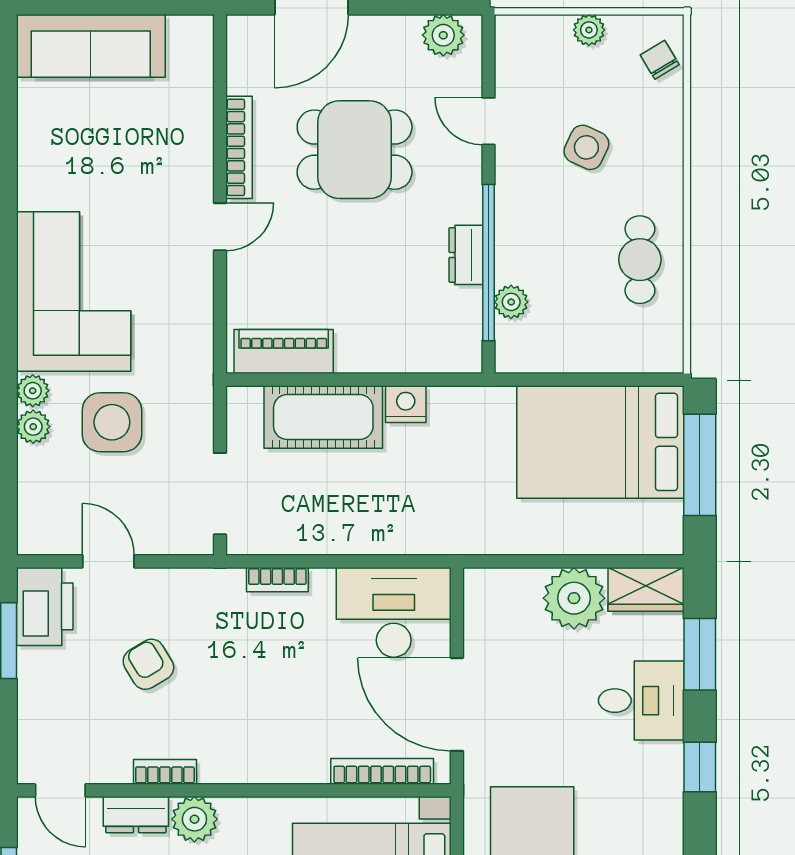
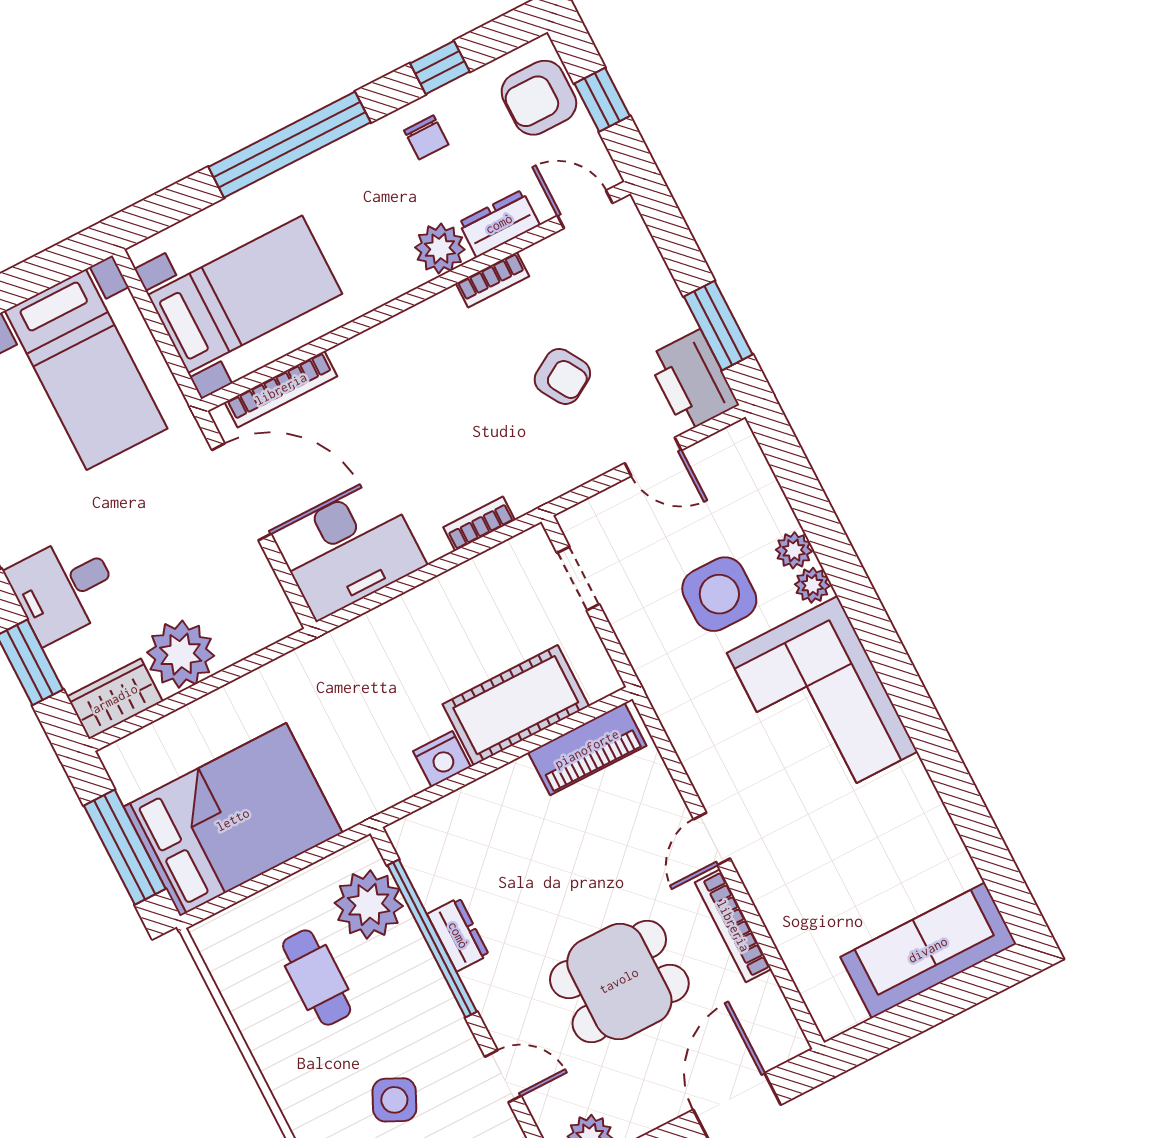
cafe table: (640, 260) -> (317, 978), moved
plant: (511, 302) -> (369, 905), width x1.88, depth x1.88
doorway: (220, 494) -> (578, 579), width x0.73

